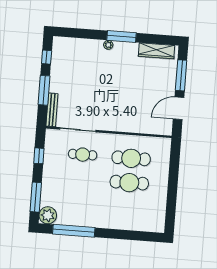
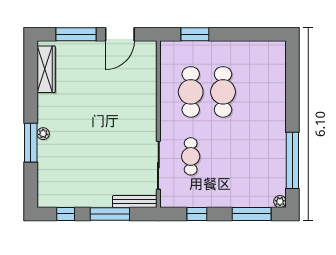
window: (121, 36) -> (31, 143), moved
door: (179, 108) -> (120, 34), hinge flipped
window: (174, 165) -> (195, 34), added
plant: (48, 215) -> (280, 202), width x0.53, depth x0.53

